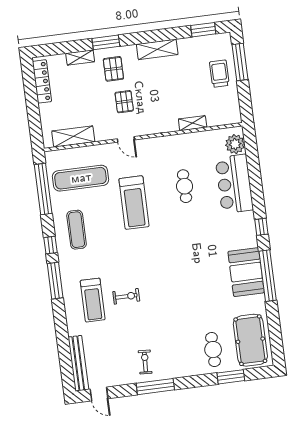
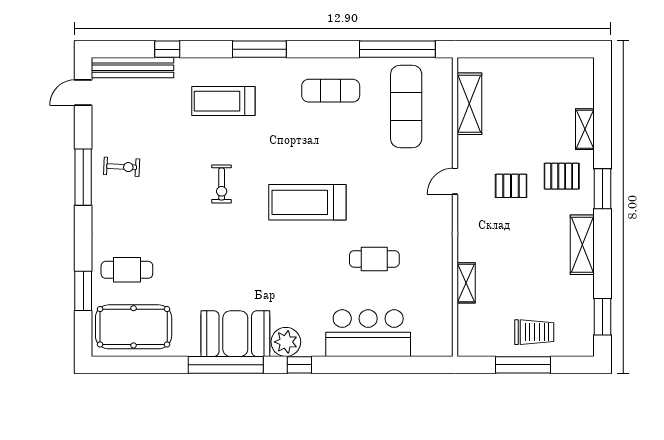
window: (106, 42) -> (602, 189), moved
window: (240, 62) -> (523, 365), moved
locker: (42, 81) -> (557, 68), removed
plant: (235, 144) -> (286, 342), moved
treadmill: (134, 203) -> (307, 202), moved
window: (51, 245) -> (167, 49), moved
exercise bike: (126, 296) -> (222, 184), moved

